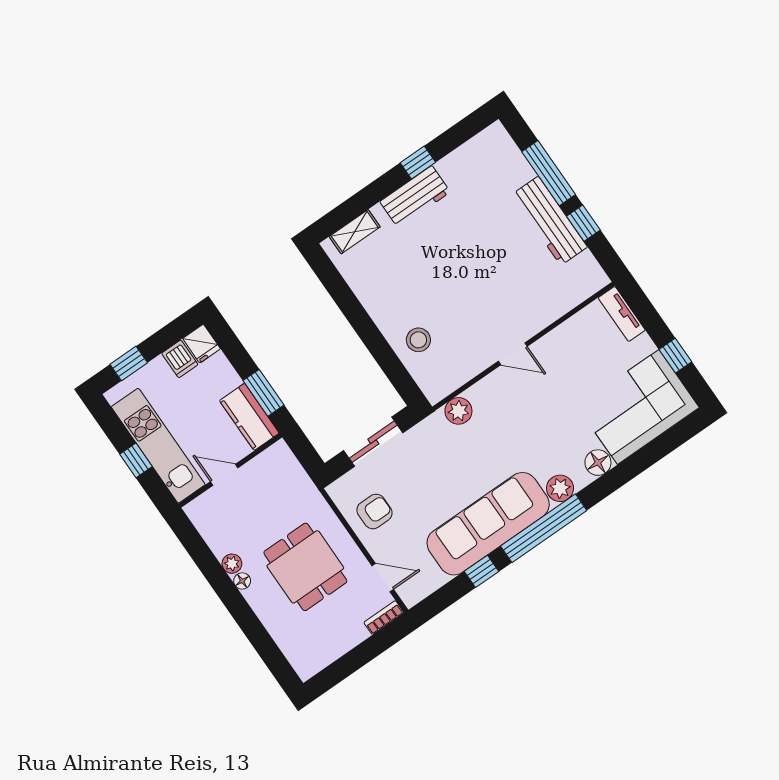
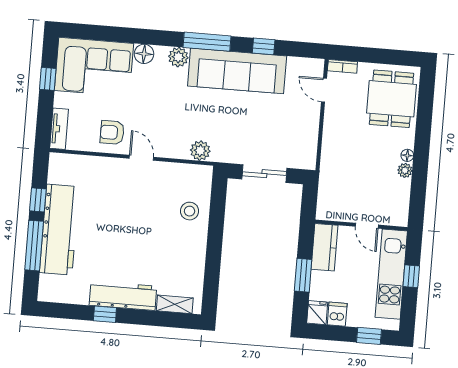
workbench: (415, 197) -> (123, 296), width x1.38
workbench: (550, 221) -> (59, 230), width x1.36, depth x1.32
window: (264, 393) -> (303, 275), moved
armchair: (375, 511) -> (112, 132), moved
window: (544, 528) -> (207, 42), width x0.68
dining table: (305, 567) -> (392, 99), moved

